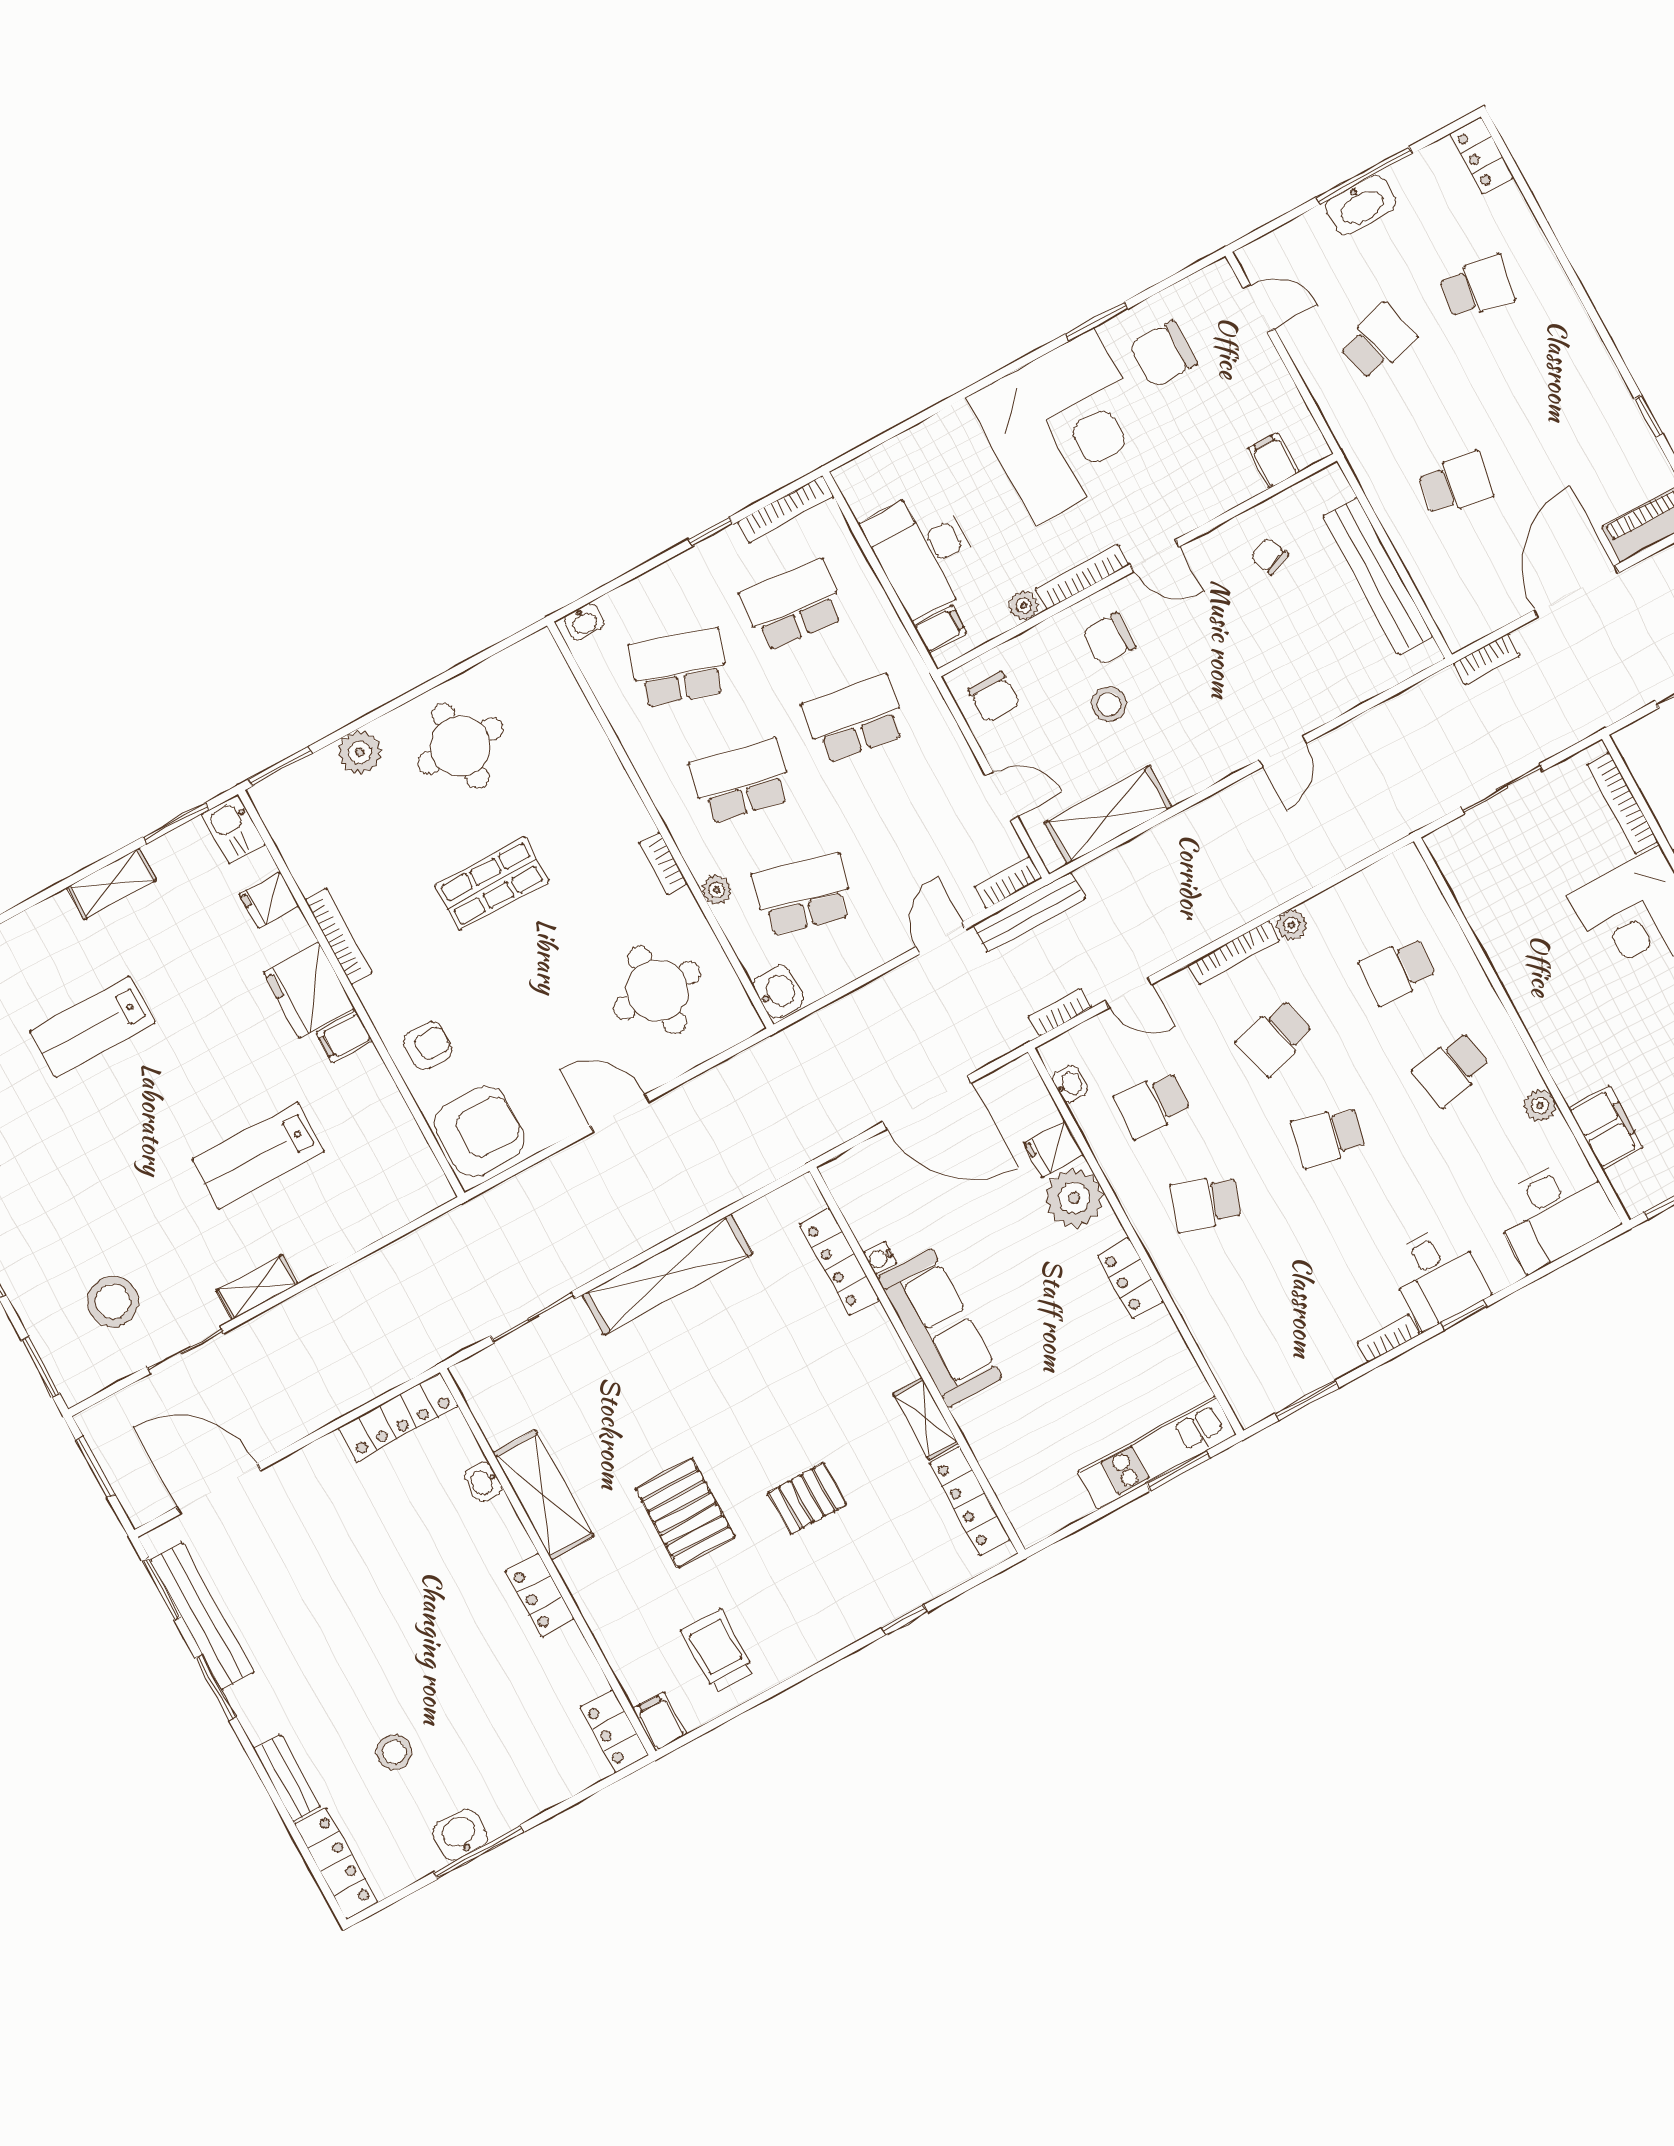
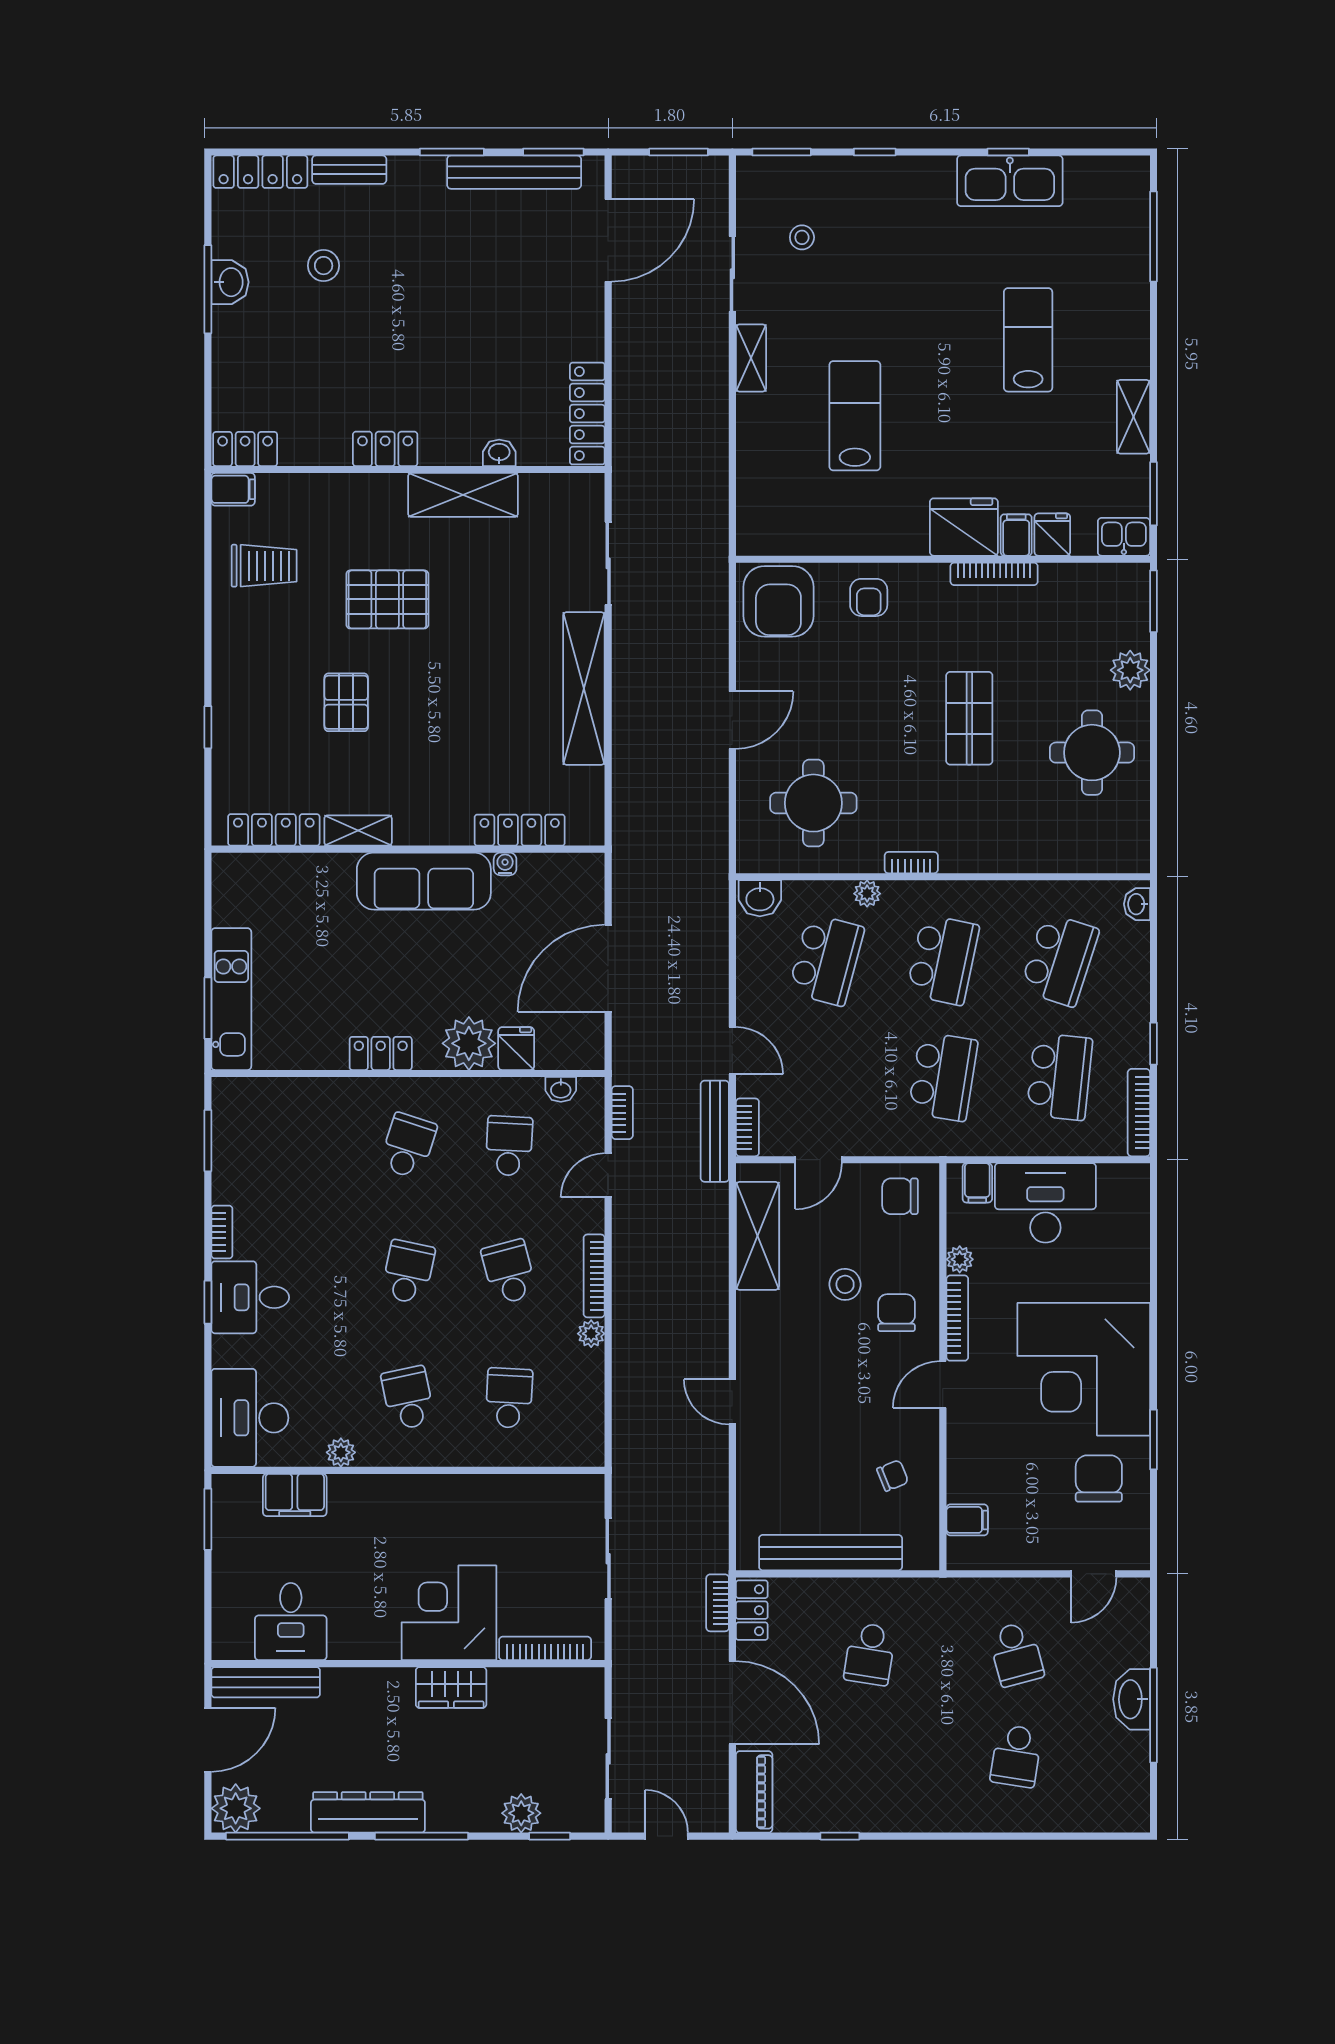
locker: (1482, 155) -> (752, 1610), moved, turned 90
filing cabinet: (344, 1037) -> (1016, 535), moved
stool: (113, 1302) -> (802, 237), width x0.53, depth x0.53

